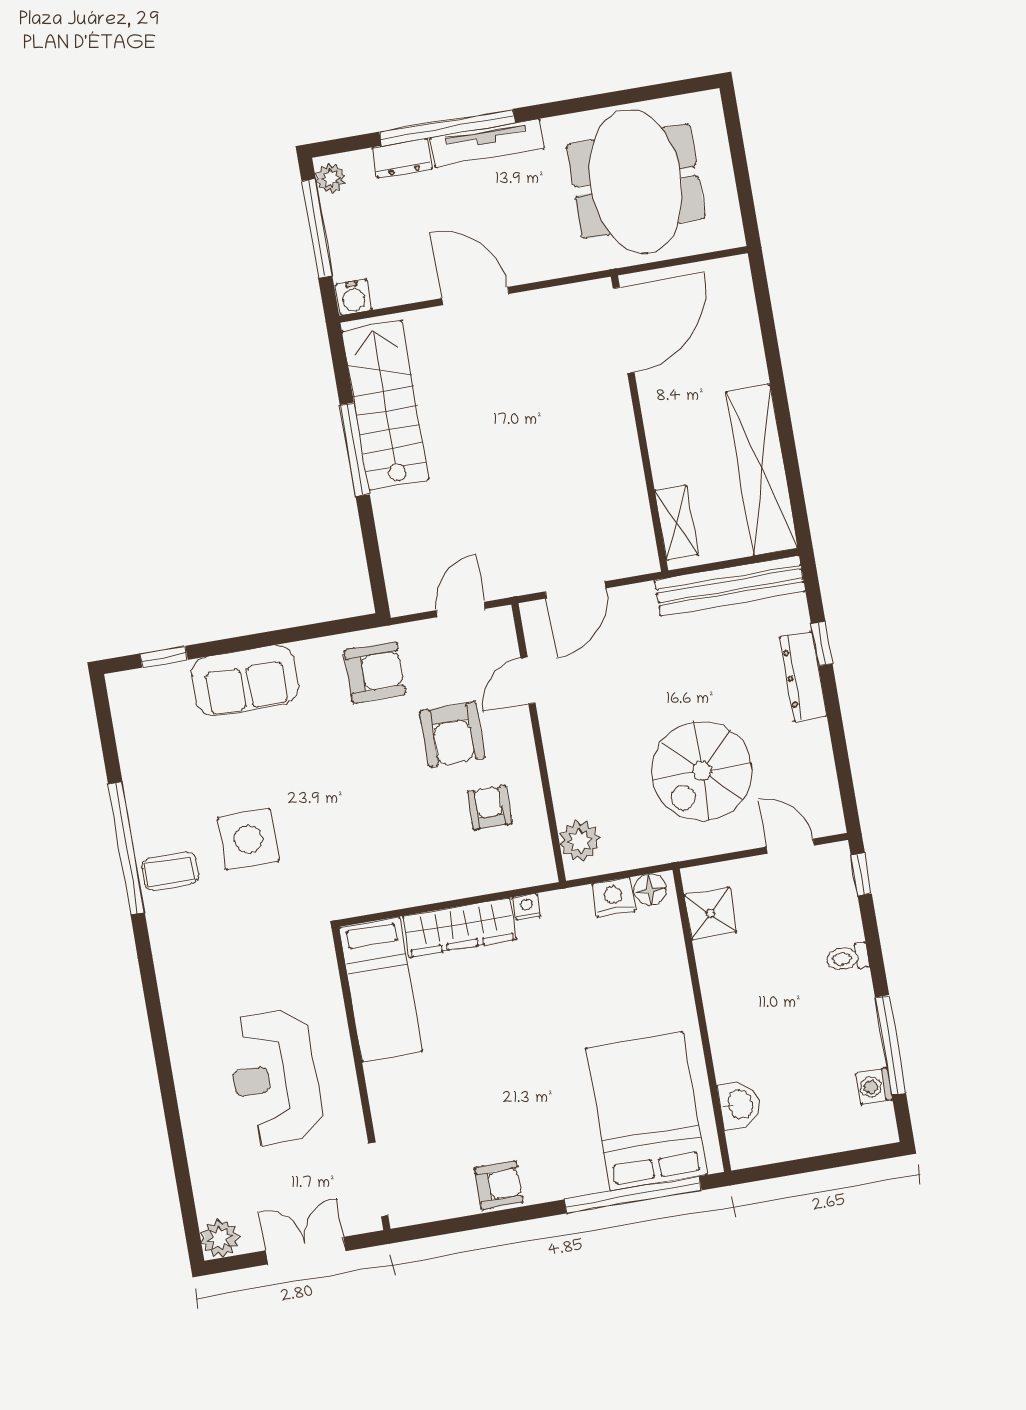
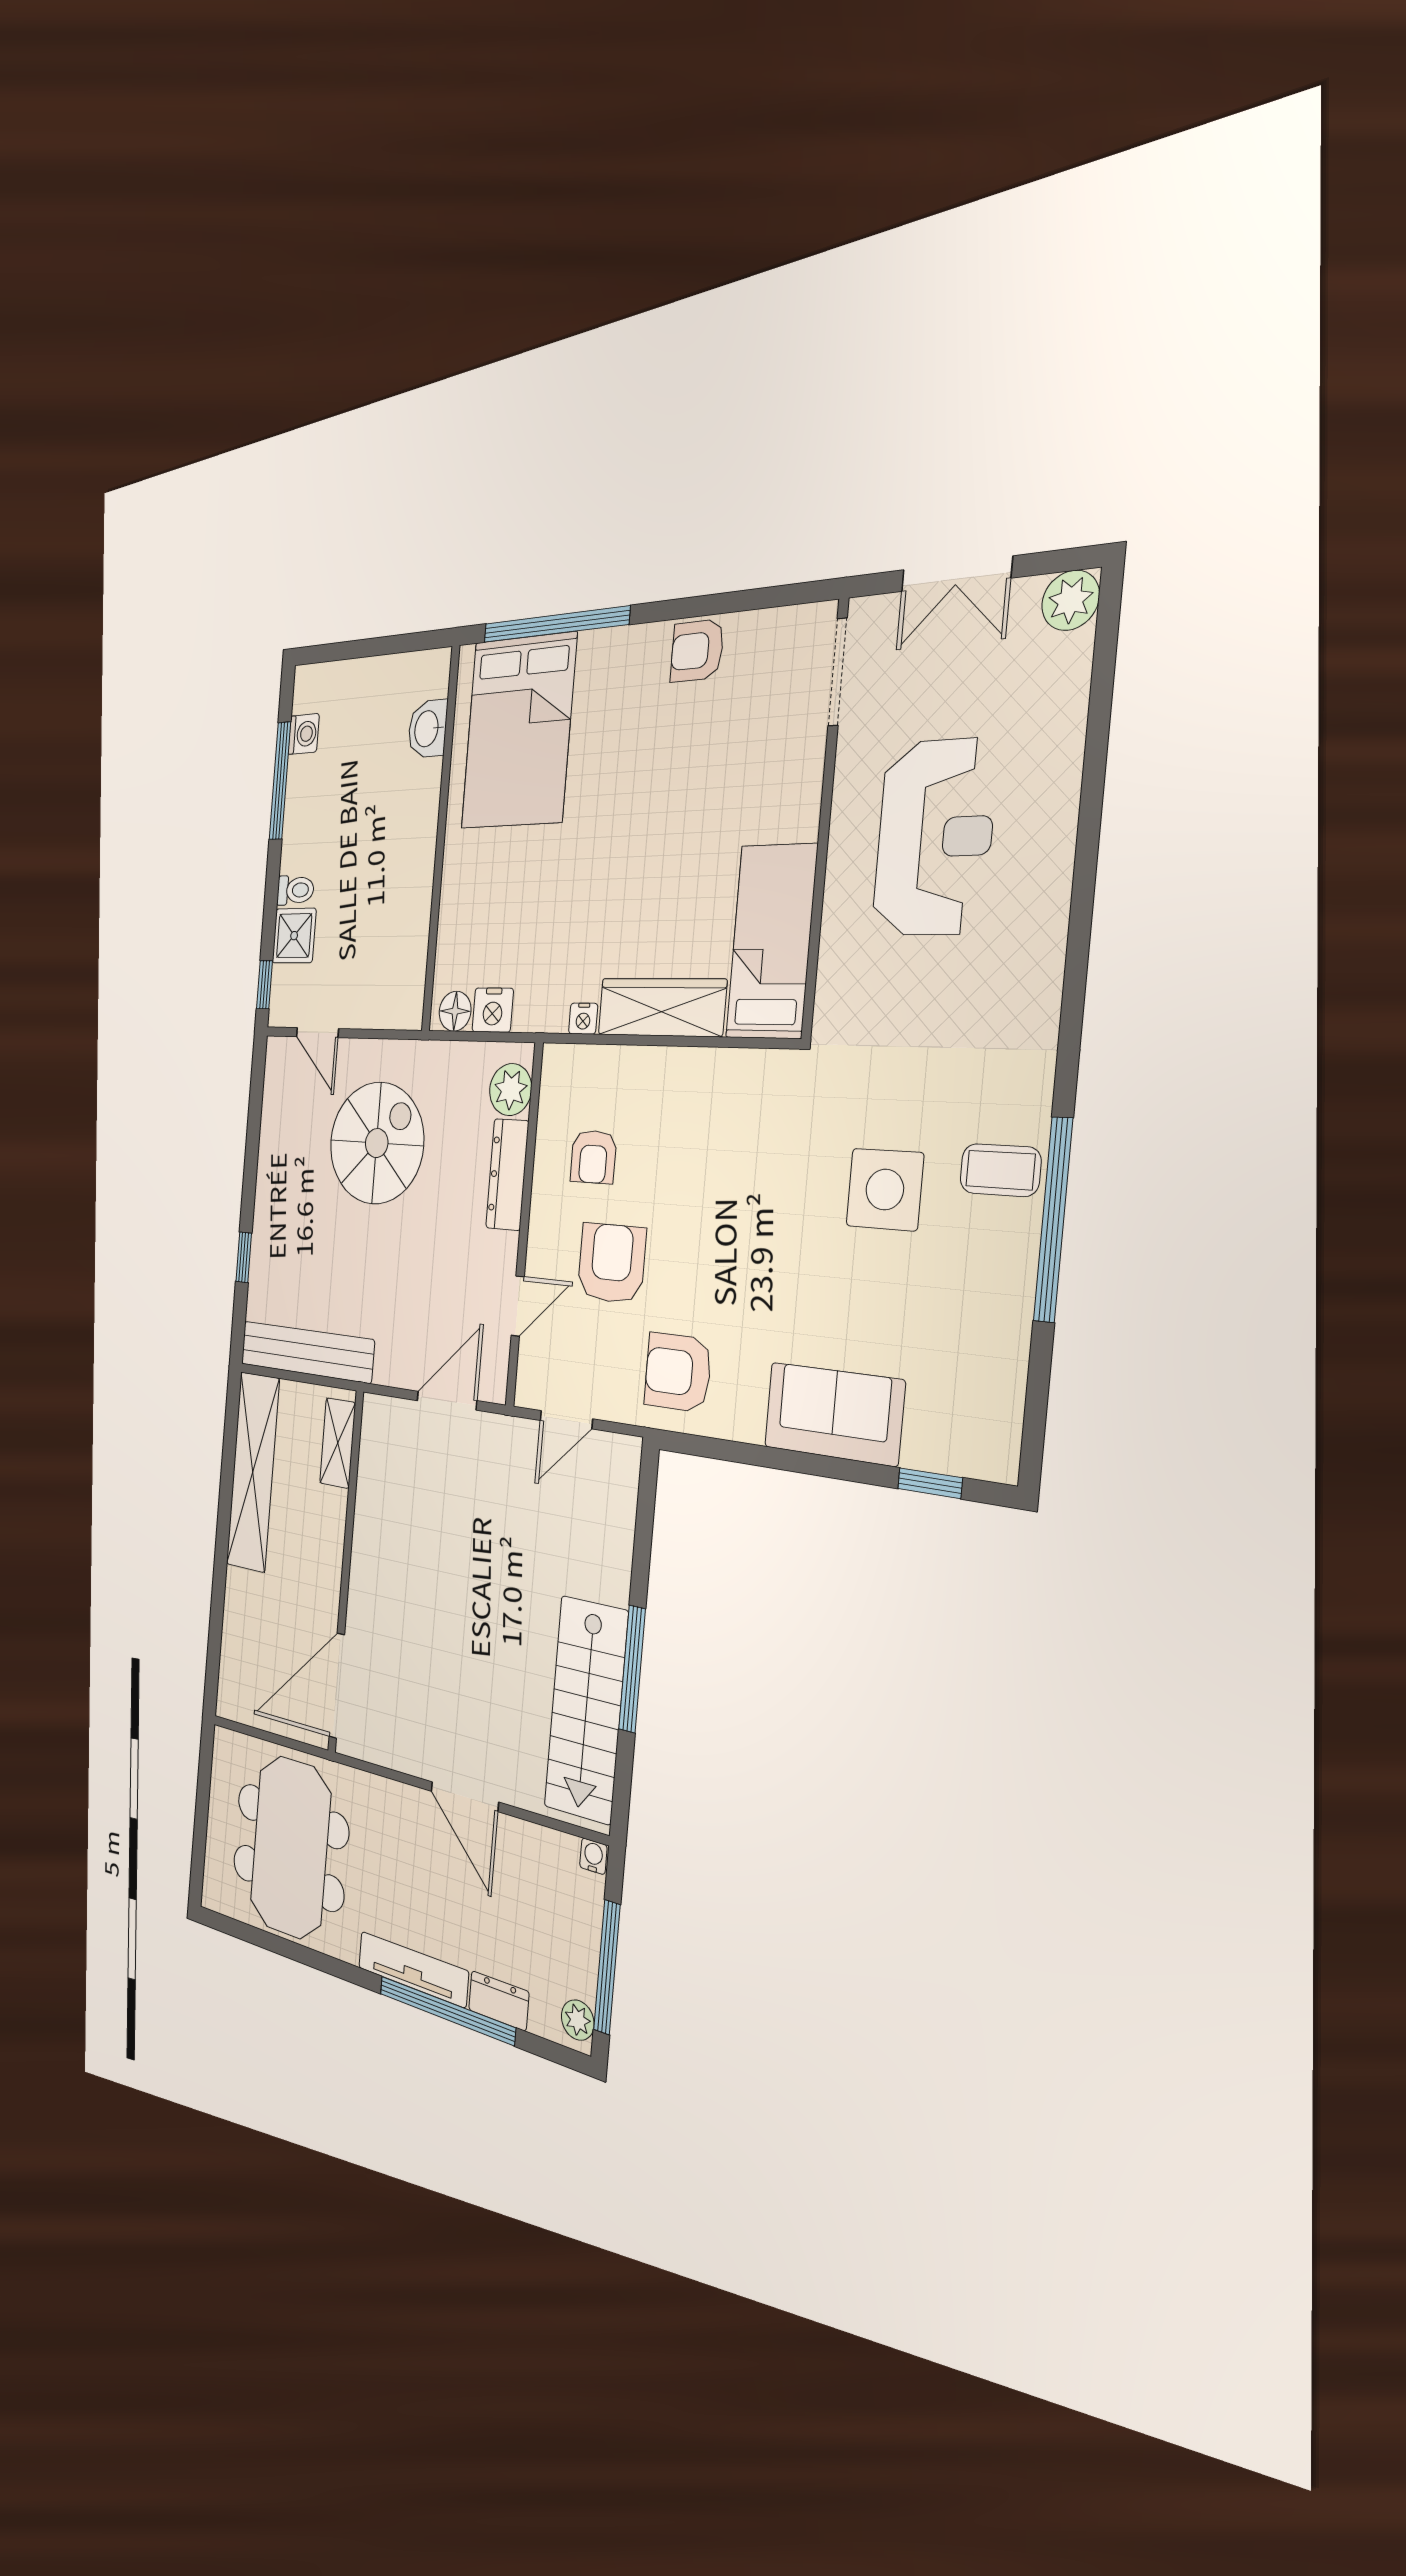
water cooler: (354, 297) -> (593, 1856), width x0.72, depth x0.72
dresser: (803, 677) -> (507, 1175), moved, turned 180
shower: (710, 913) -> (294, 936), moved

